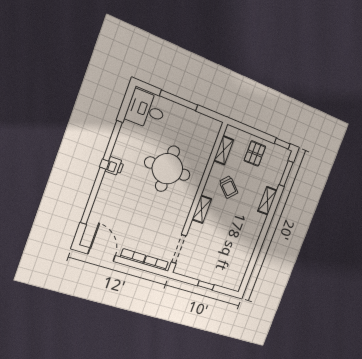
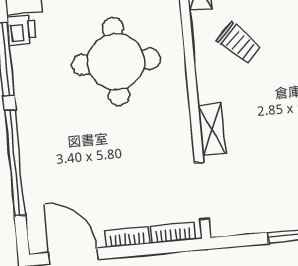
printer: (115, 166) -> (21, 30), moved
shelving: (202, 209) -> (212, 130), moved

